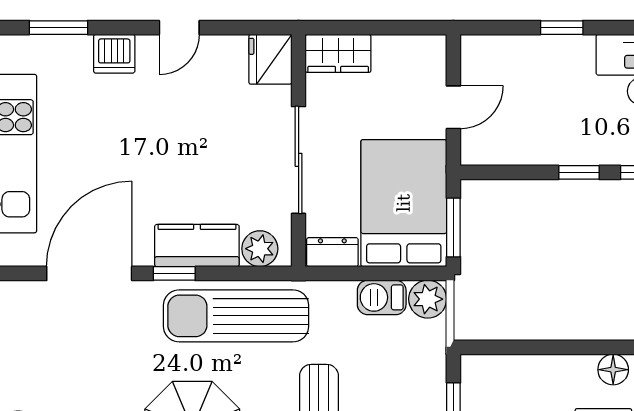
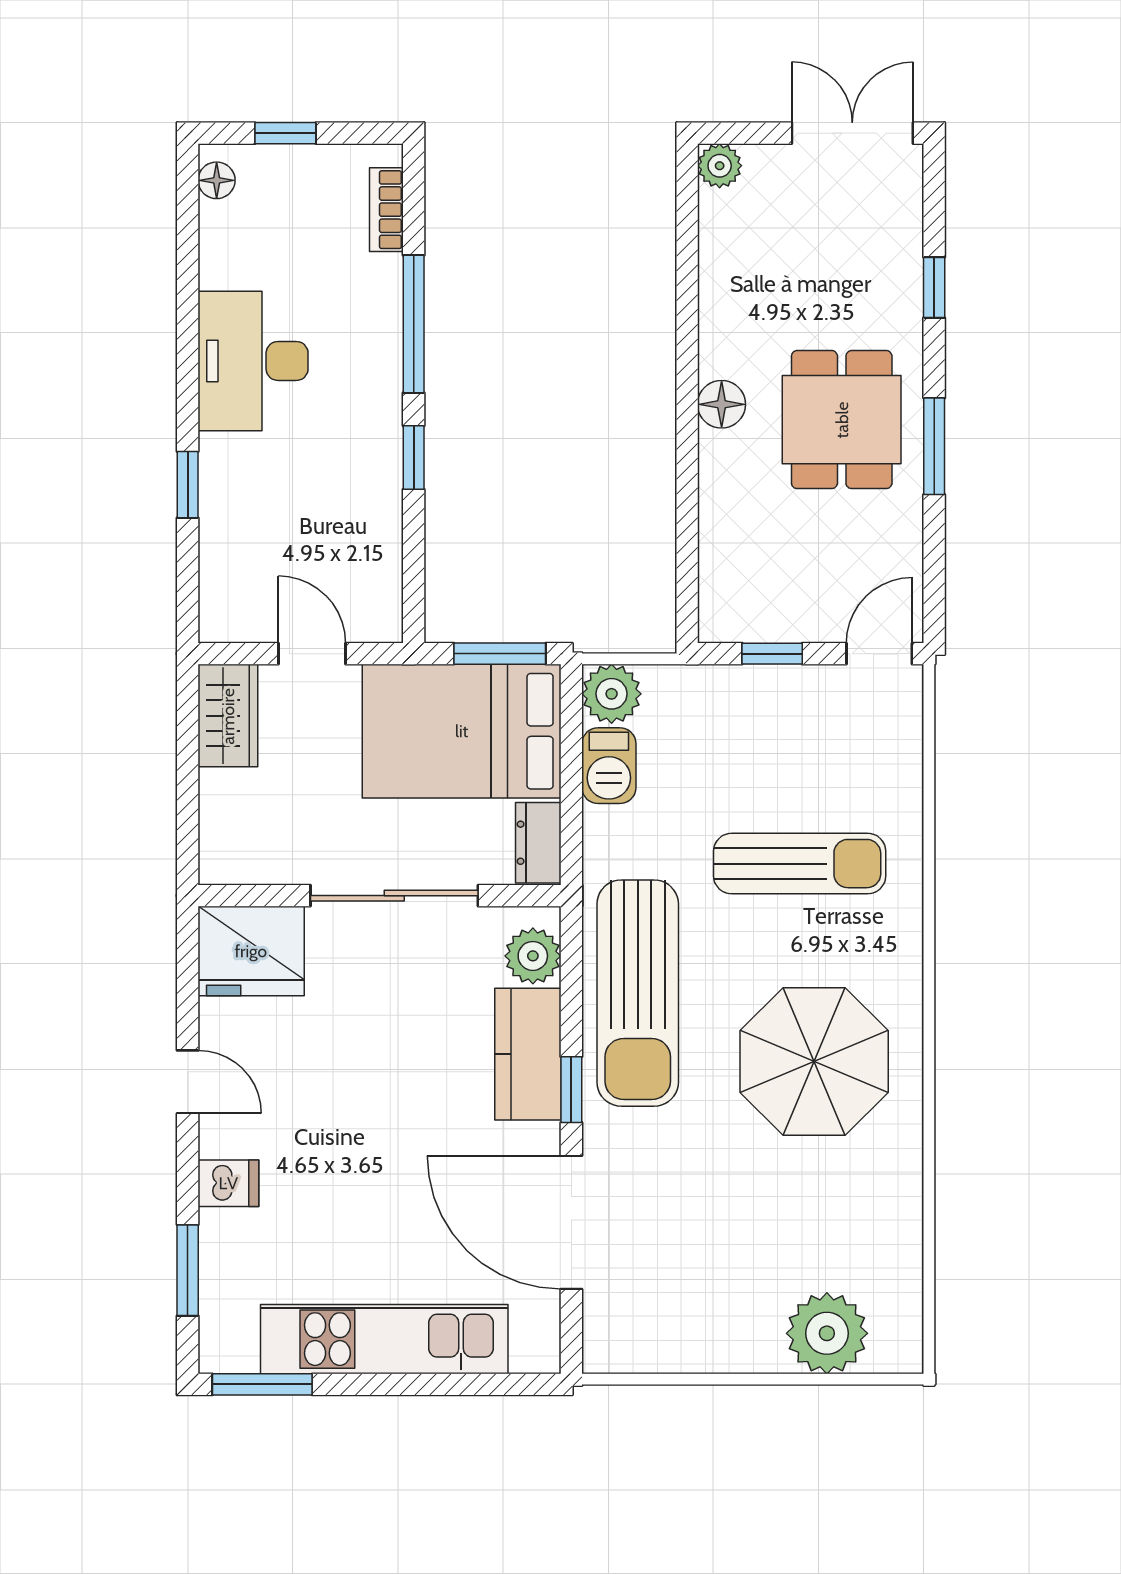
wardrobe: (338, 53) -> (228, 716), moved
dishwasher: (114, 54) -> (228, 1183), width x0.73
fridge: (270, 59) -> (251, 951), width x1.36, depth x1.34

